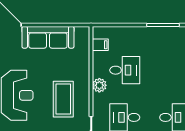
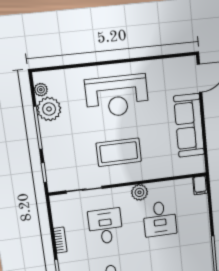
filing cabinet: (100, 45) -> (200, 185), moved

